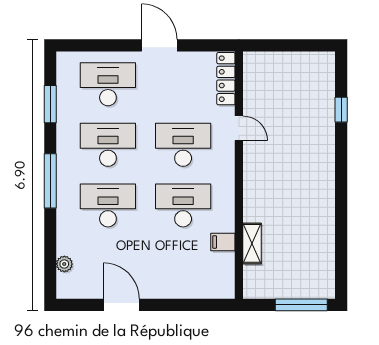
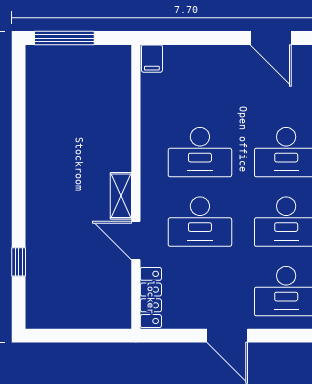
door: (239, 128) -> (136, 241), width x1.38
filing cabinet: (223, 242) -> (152, 59), moved, turned 90
shelving: (252, 243) -> (121, 196), moved

